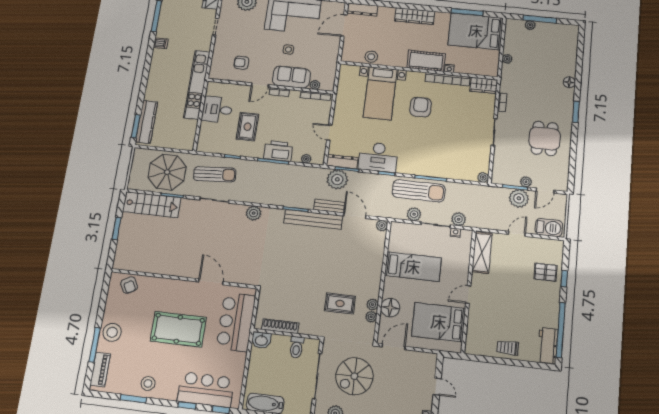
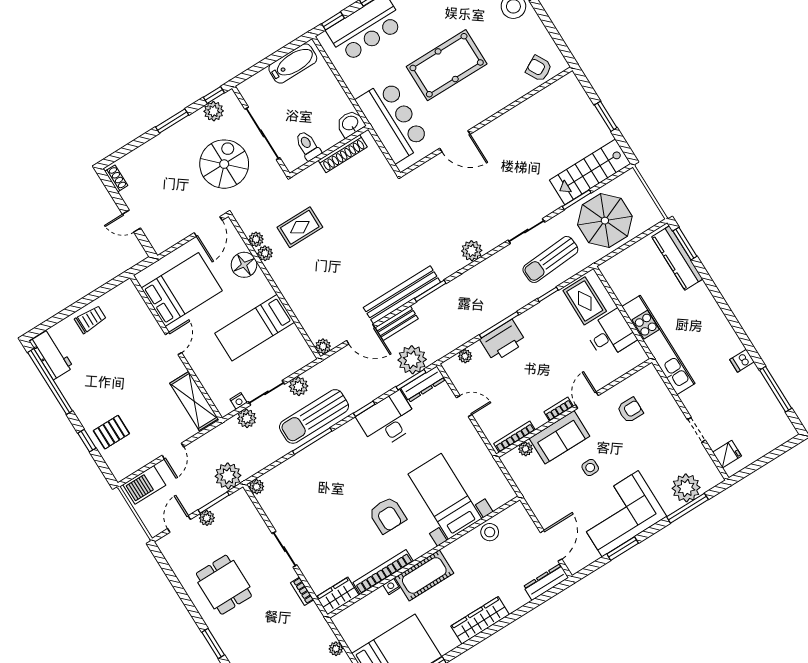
rug: (247, 127) -> (585, 301), moved
plant: (519, 198) -> (228, 476), moved

